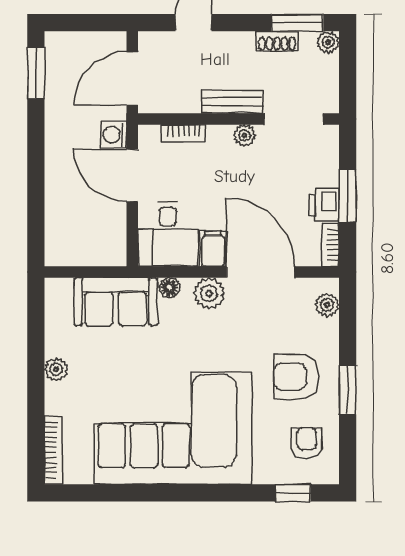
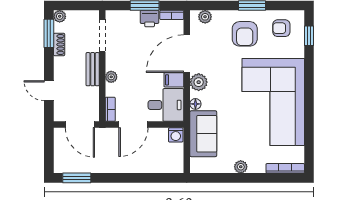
bookcase: (184, 133) -> (110, 109), moved
washing machine: (114, 135) -> (176, 135), moved
plant: (244, 135) -> (111, 77), moved

